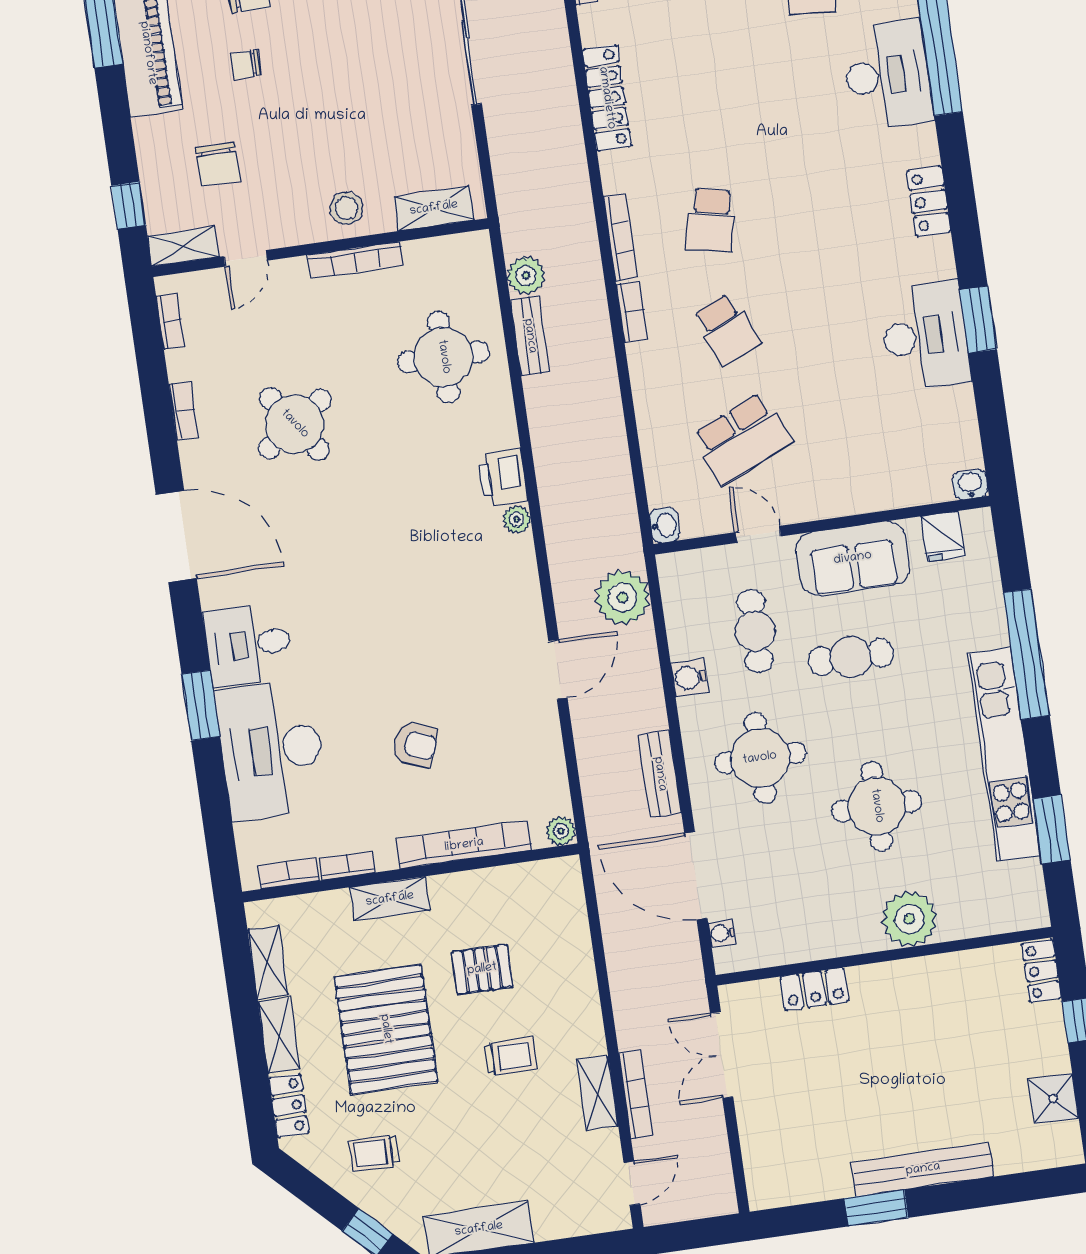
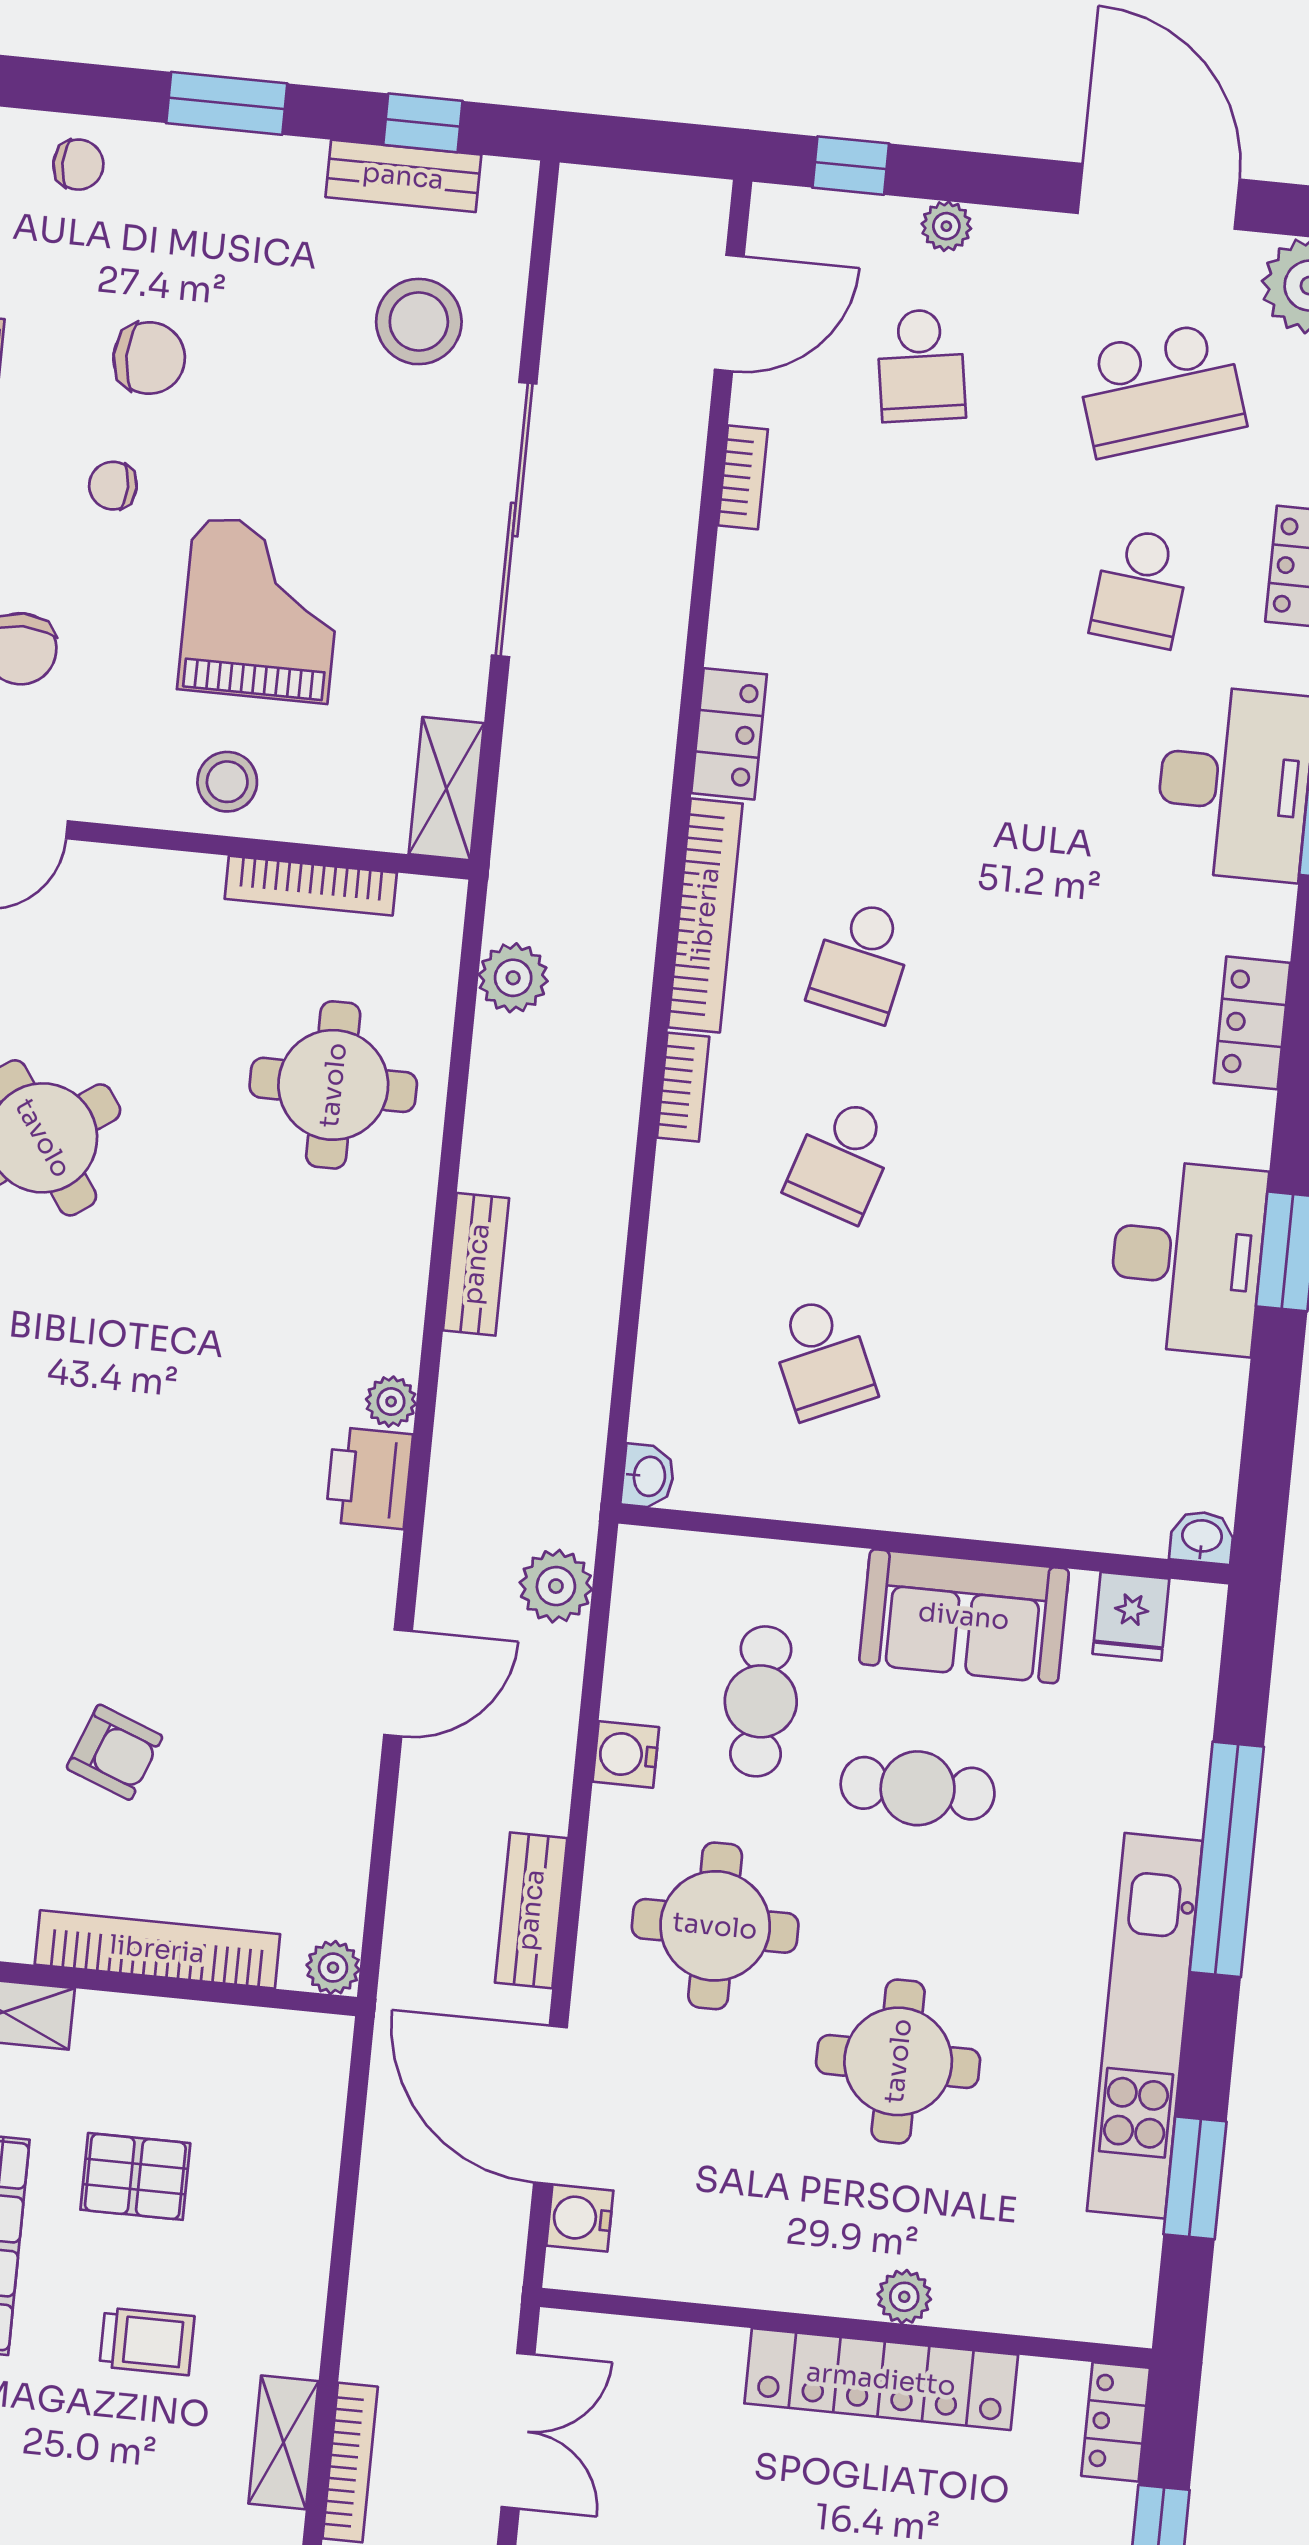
locker: (607, 98) -> (729, 734), width x0.66
grand piano: (342, 111) -> (261, 610), added
shelving: (434, 208) -> (446, 789), moved, turned 90
bookcase: (620, 237) -> (705, 915), width x1.48, depth x1.31
bookcase: (356, 260) -> (311, 886), moved
school desk: (727, 329) -> (842, 1159), turned 42
bench: (530, 336) -> (476, 1264), moved
school desk: (742, 438) -> (822, 1358), width x0.54
printer: (503, 478) -> (369, 1478), moved
door: (758, 534) -> (808, 1533), removed
plant: (622, 598) -> (556, 1586), width x0.73, depth x0.73
plant: (909, 919) -> (904, 2297), width x0.53, depth x0.53
water cooler: (722, 933) -> (580, 2218), width x1.38, depth x1.38
locker: (814, 989) -> (881, 2379), moved, width x2.16, depth x1.21
double door: (722, 1055) -> (518, 2431), swing flipped

